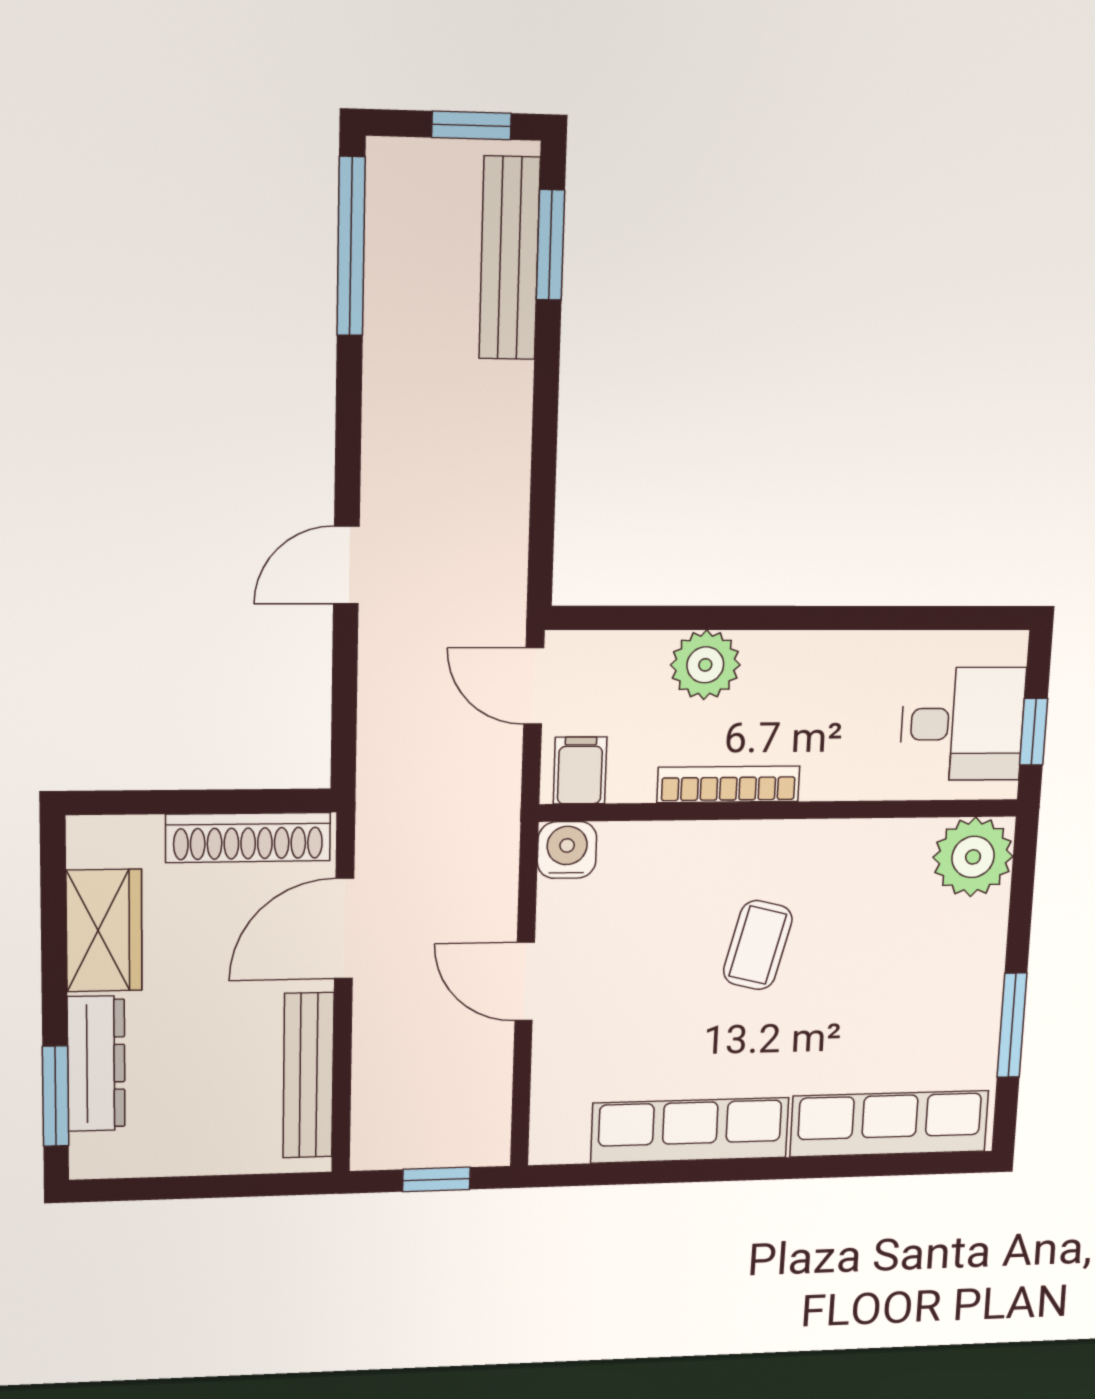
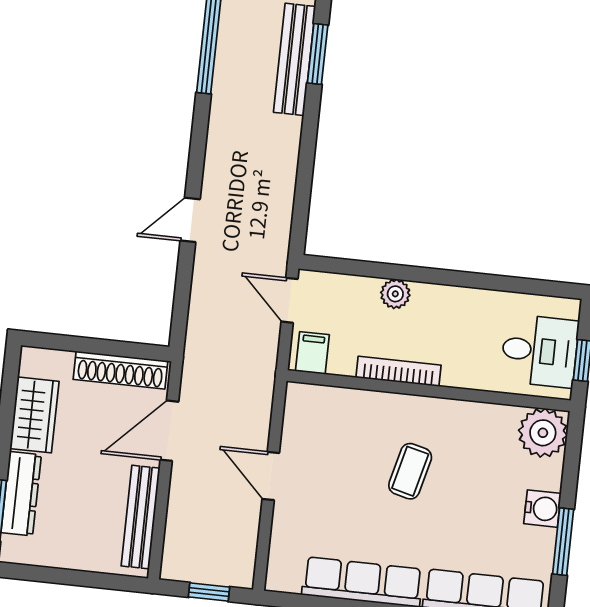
plant: (705, 665) -> (395, 294), width x0.73, depth x0.73
water cooler: (567, 850) -> (542, 509), moved, turned 90

